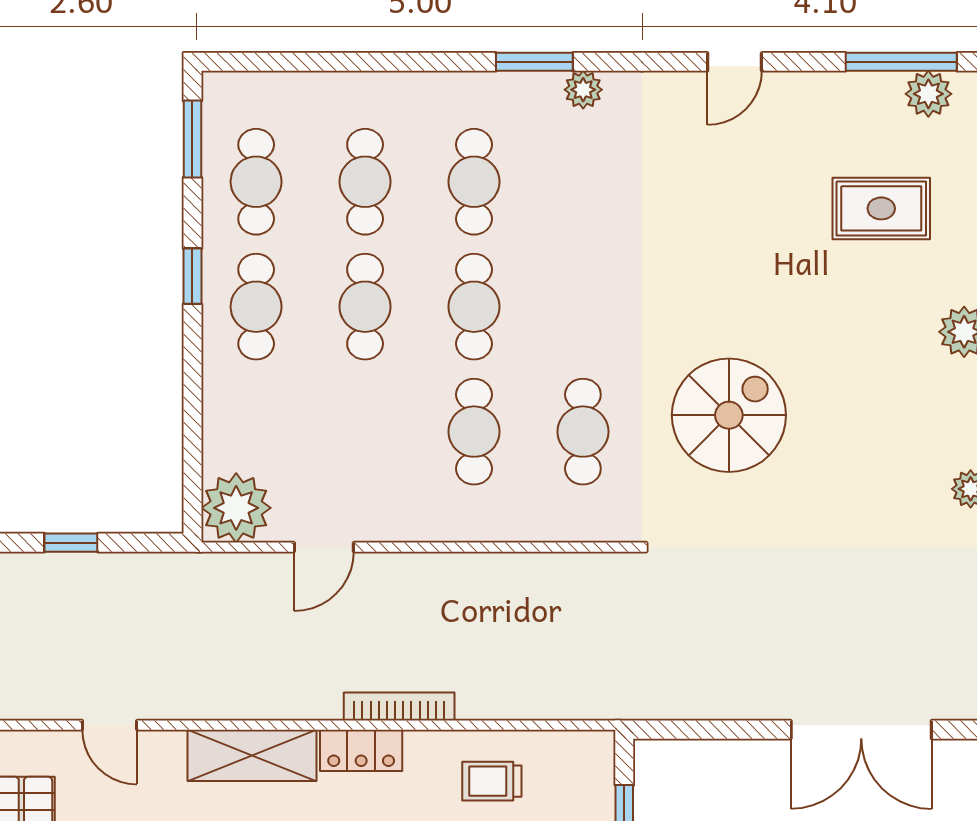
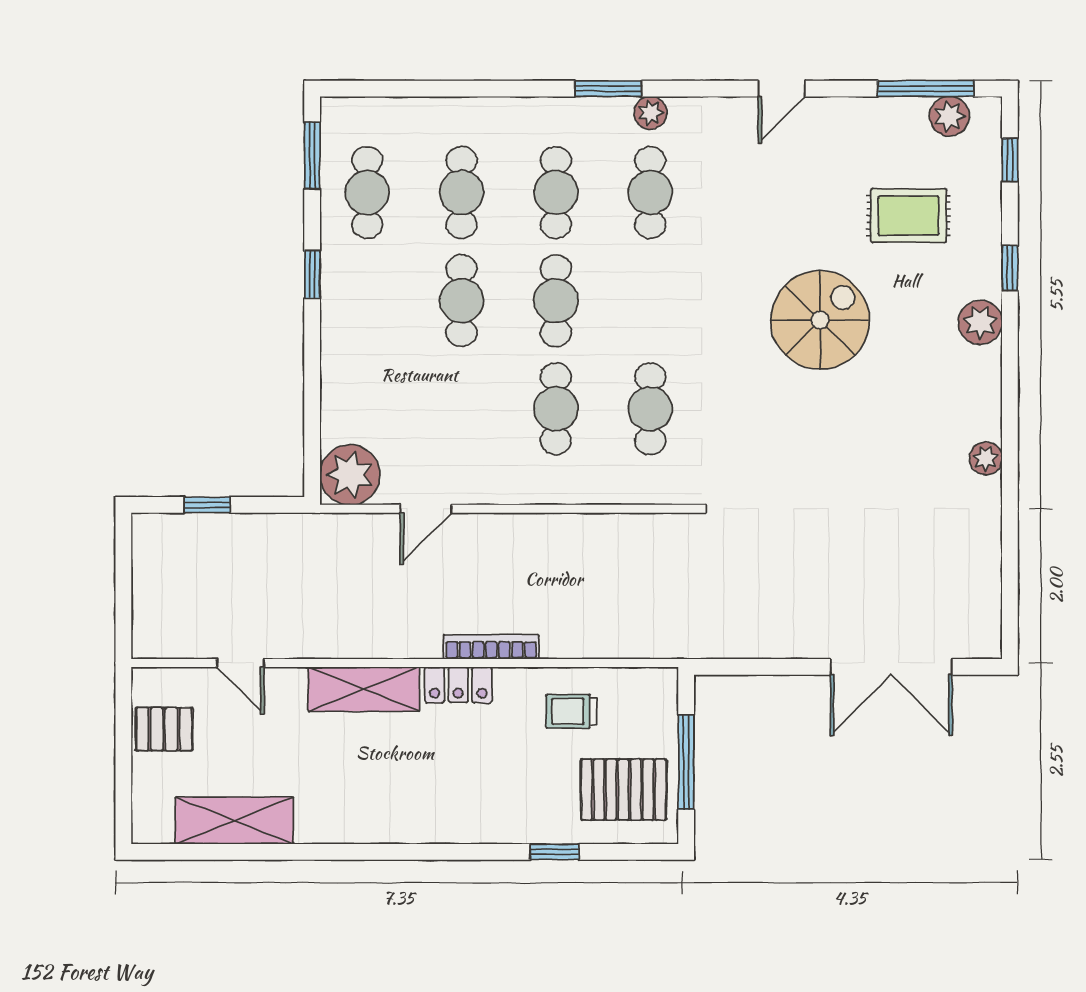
cafe table: (256, 307) -> (650, 192), moved
spiral stairs: (729, 415) -> (820, 320), moved

